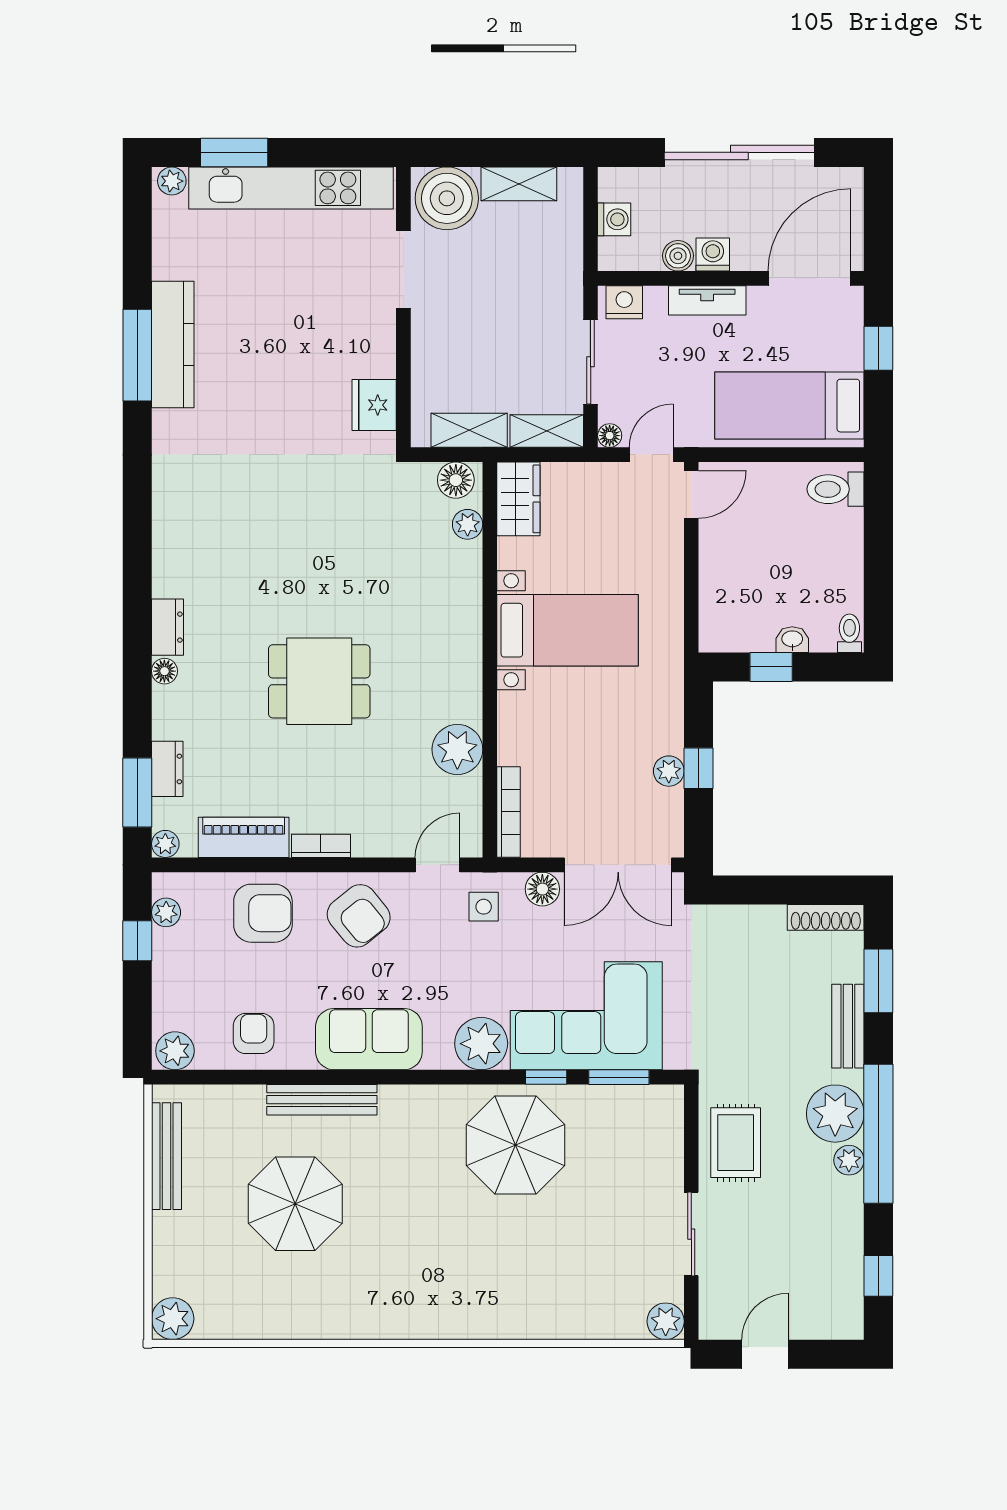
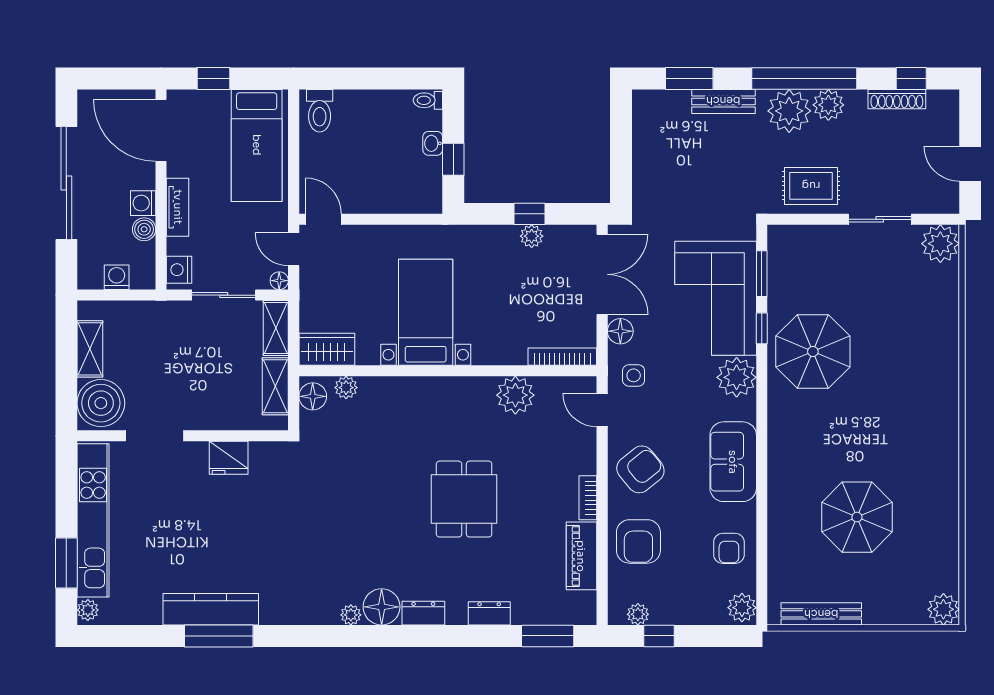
fridge: (374, 405) -> (229, 458), moved
floor lamp: (164, 671) -> (382, 607), moved, width x1.89, depth x1.89
dresser: (167, 769) -> (489, 613), moved
plant: (165, 844) -> (351, 615), moved
armchair: (263, 913) -> (638, 541), turned 180
shoe rack: (826, 917) -> (897, 99), moved, turned 90
armchair: (254, 1034) -> (729, 548), turned -90
bench: (322, 1100) -> (779, 497), removed
plant: (849, 1160) -> (828, 105), width x1.38, depth x1.38
plant: (666, 1321) -> (940, 244), width x1.36, depth x1.36

